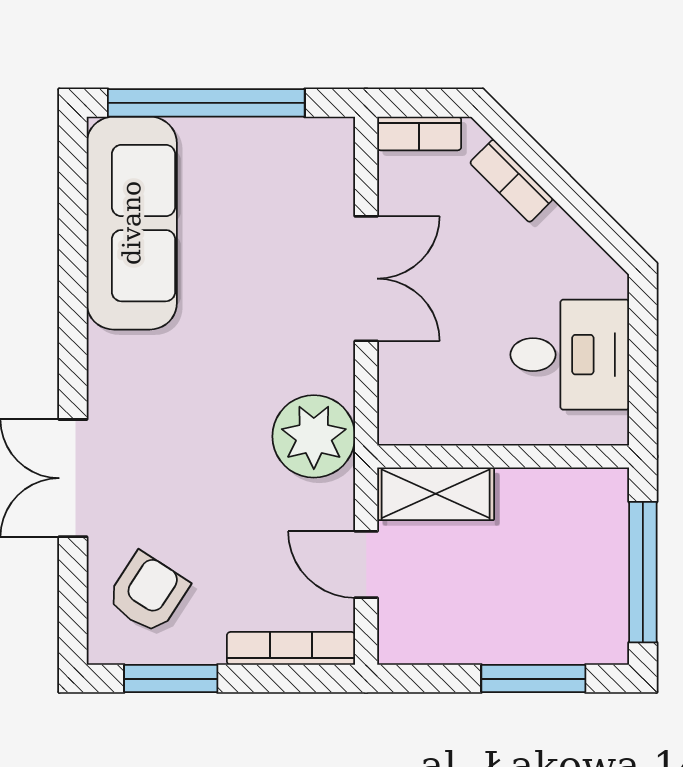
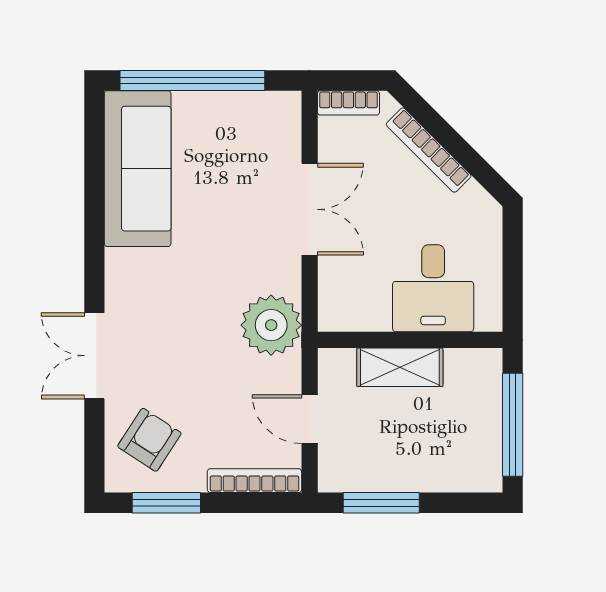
bookcase: (511, 181) -> (429, 150), width x1.56
desk: (570, 355) -> (433, 288), moved, turned 90
shelving: (436, 494) -> (400, 367), moved
window: (533, 679) -> (381, 503), moved

